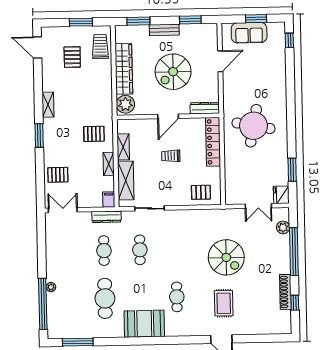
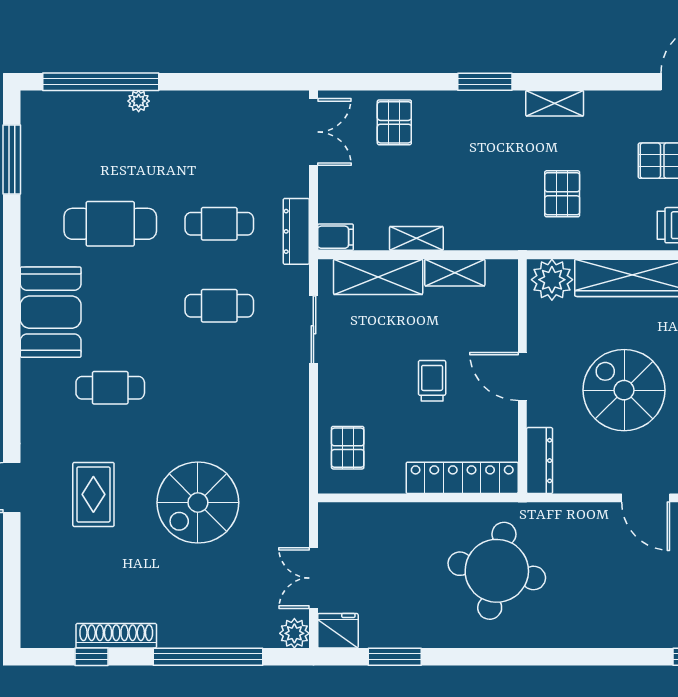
pallet: (94, 134) -> (562, 194), moved
plant: (283, 227) -> (294, 633), moved
rug: (224, 303) -> (93, 494), turned 90

